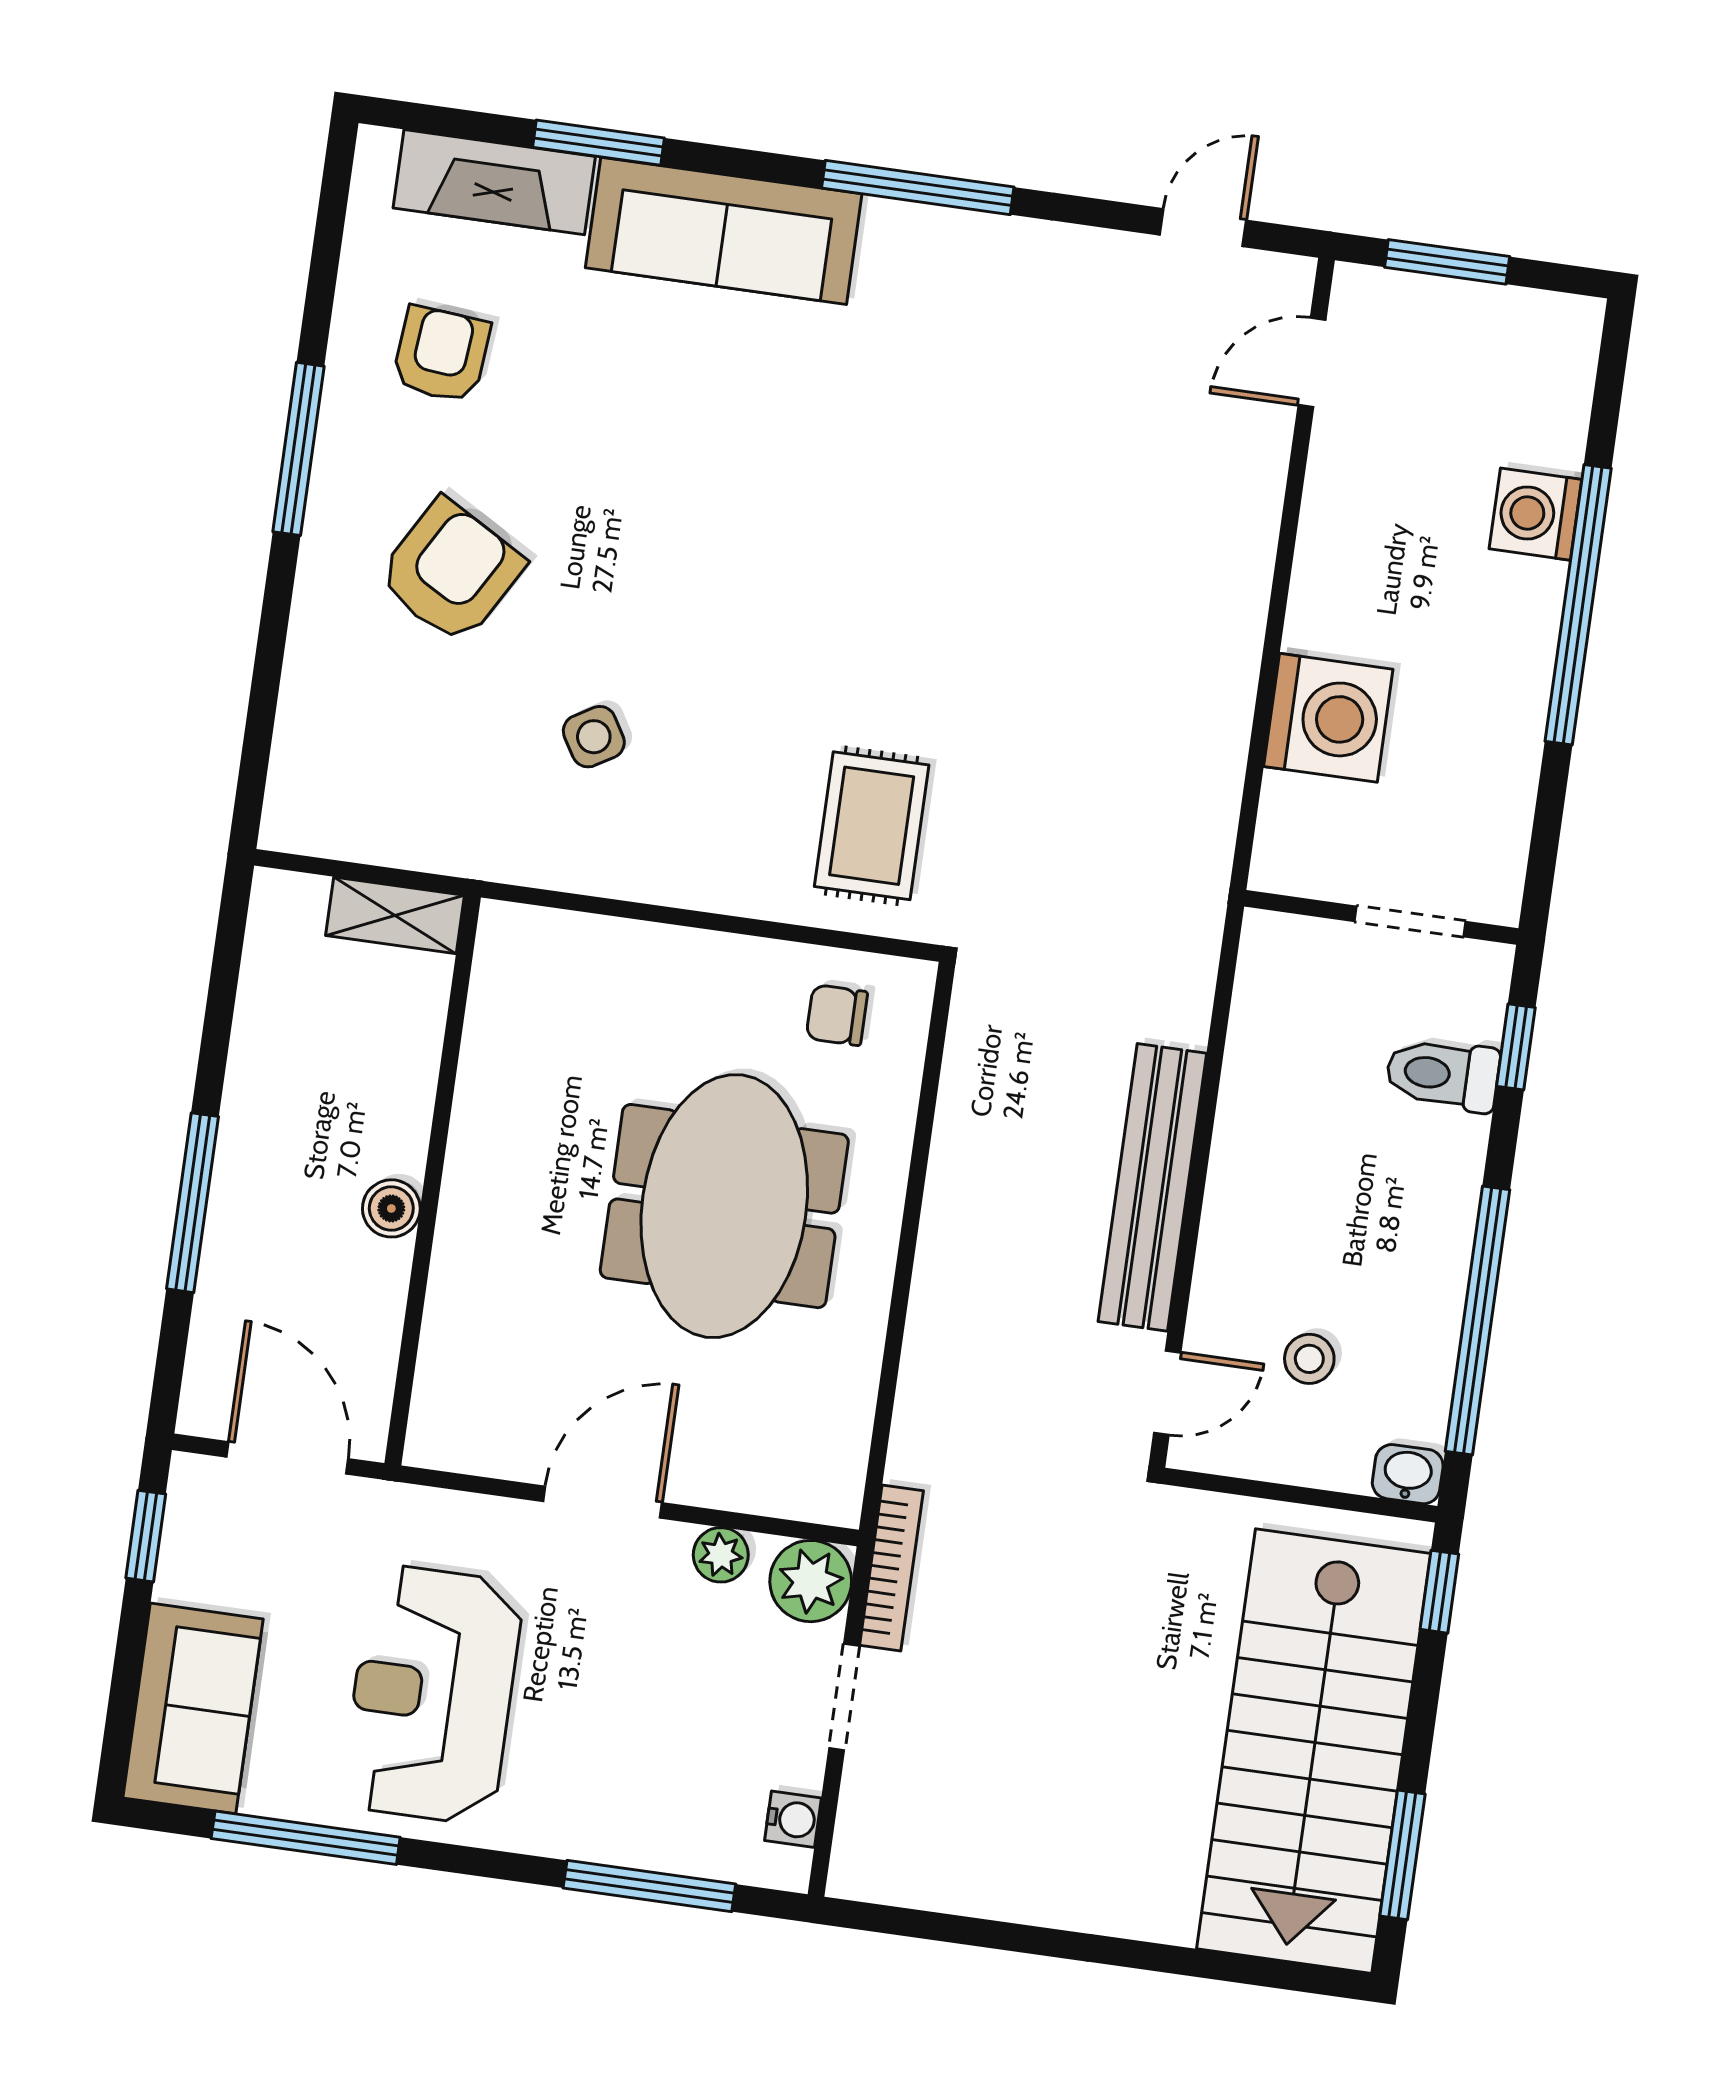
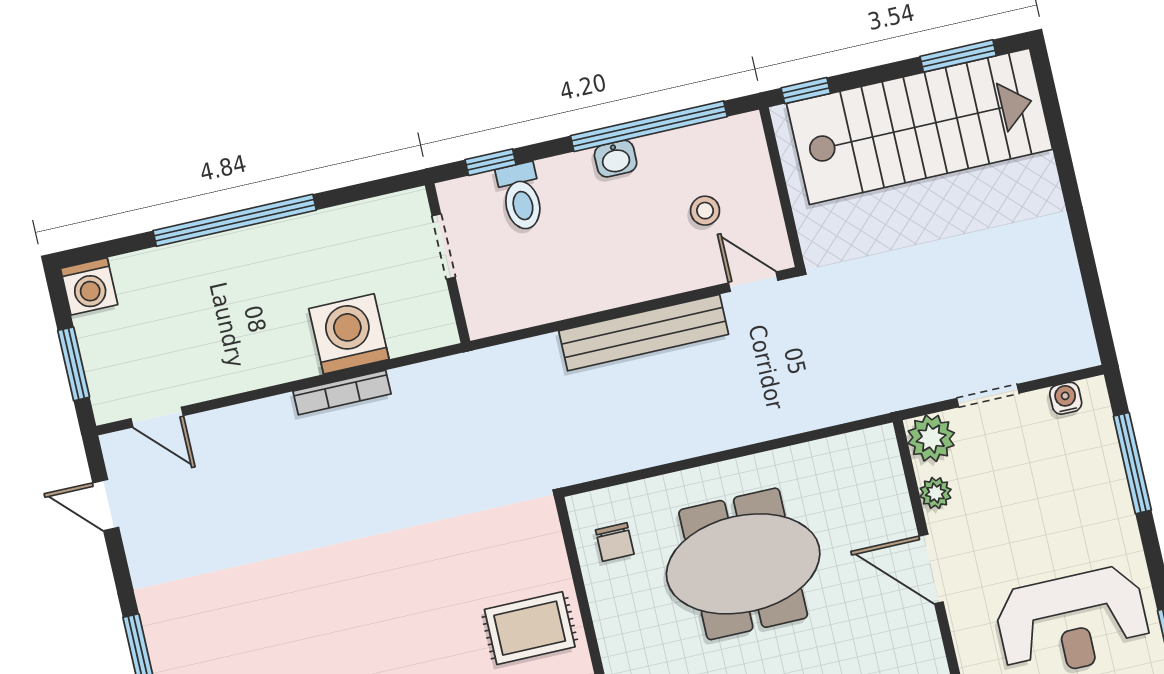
washing machine: (1535, 514) -> (89, 286), moved
rug: (872, 826) -> (530, 628), moved
washbasin: (1408, 1474) -> (616, 159), moved, turned -90
bookcase: (891, 1568) -> (342, 393), moved, turned 180

